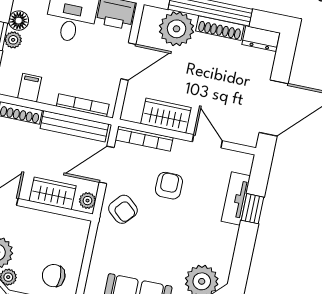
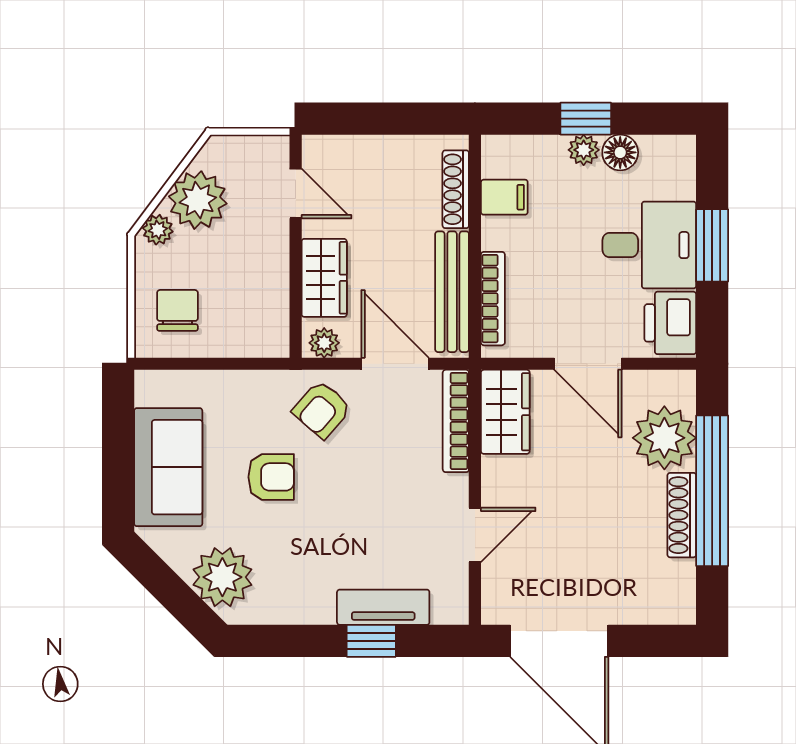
dresser: (261, 39) -> (678, 592), removed
wardrobe: (166, 116) -> (505, 412), moved
armchair: (169, 186) -> (271, 477), moved

